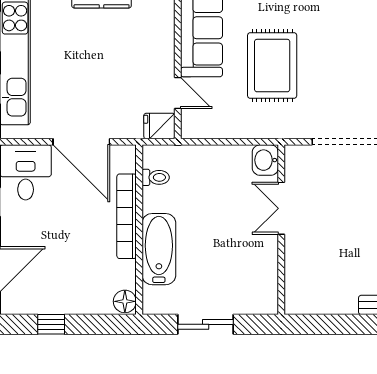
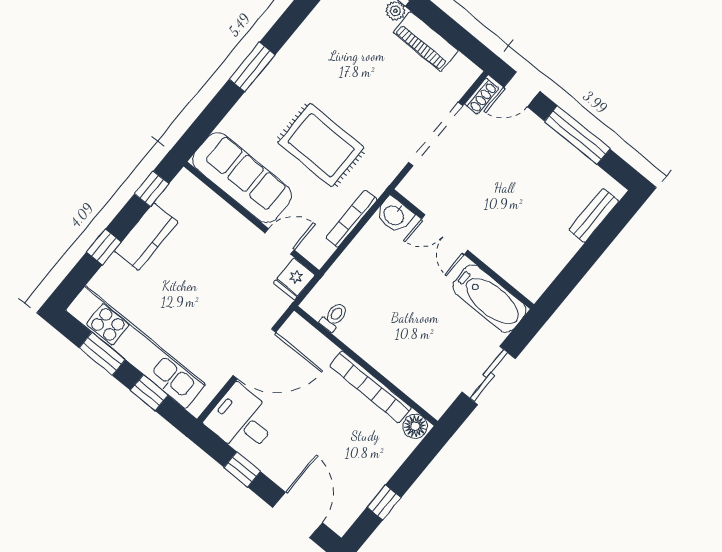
bookcase: (237, 131) -> (352, 219), added
bookcase: (127, 216) -> (371, 387), moved
bathtub: (159, 249) -> (489, 299), moved, turned 180

